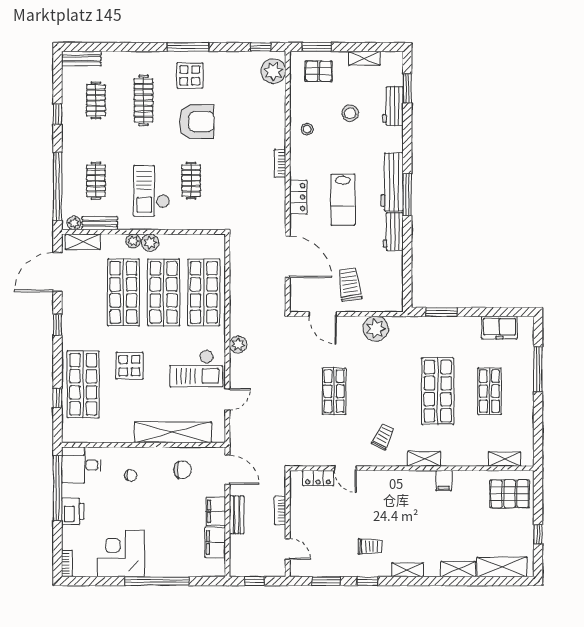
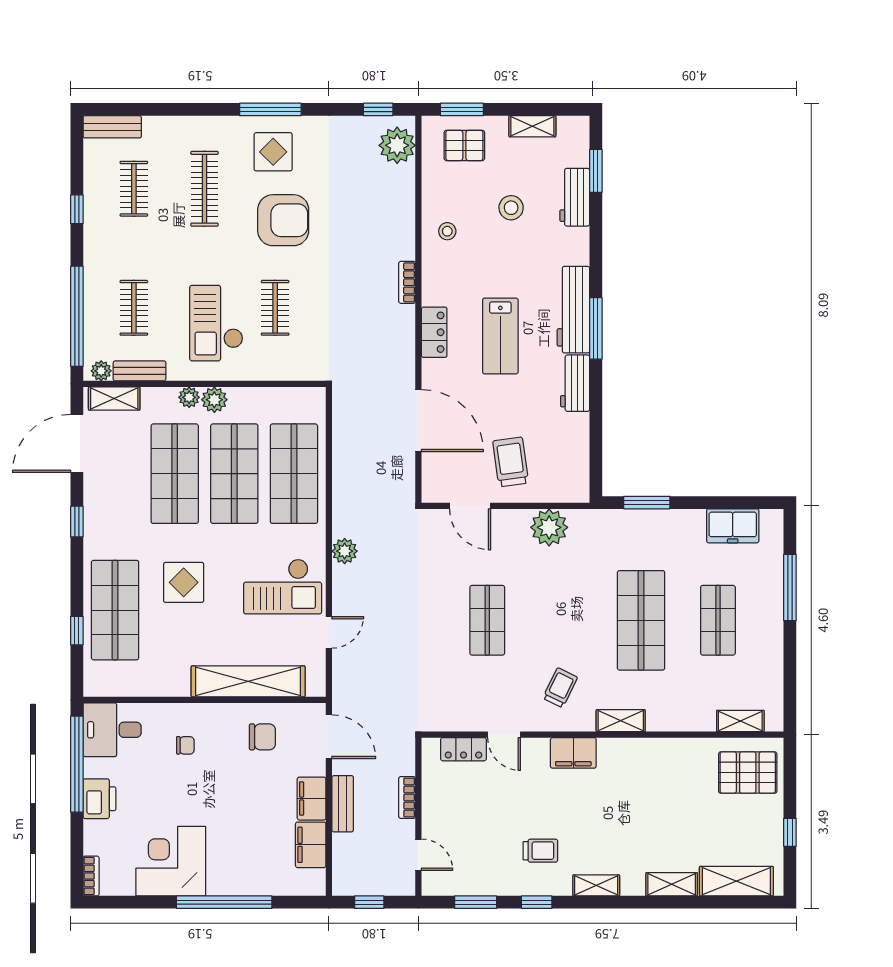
filing cabinet: (444, 481) -> (573, 753), moved, width x2.00

